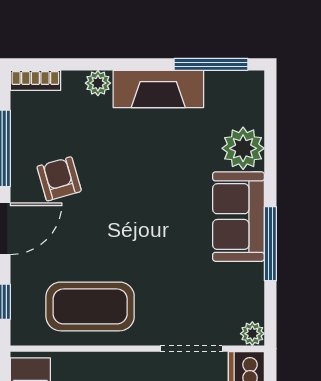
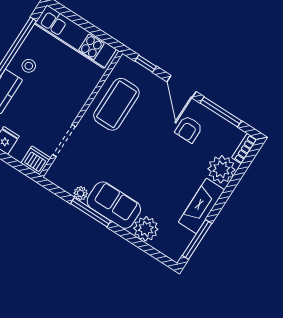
plant: (98, 83) -> (221, 169), width x1.88, depth x1.88
armchair: (59, 179) -> (189, 129), turned 106
plant: (252, 334) -> (81, 193), moved

